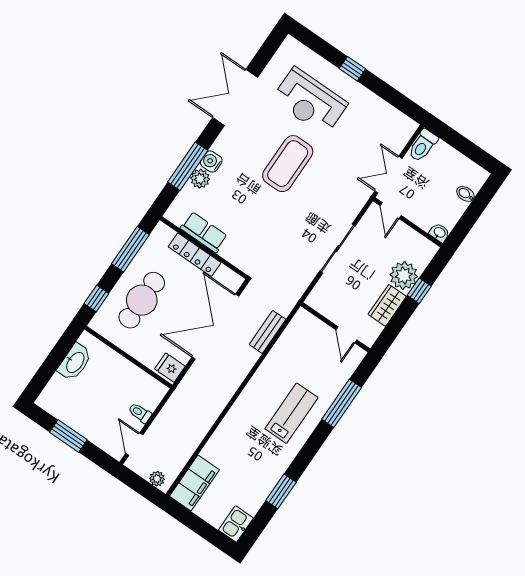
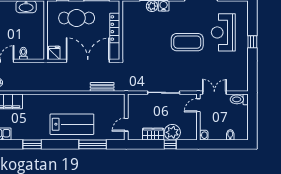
row of seats: (204, 232) -> (128, 25), removed
lab bench: (291, 413) -> (72, 124), width x1.36, depth x1.39

